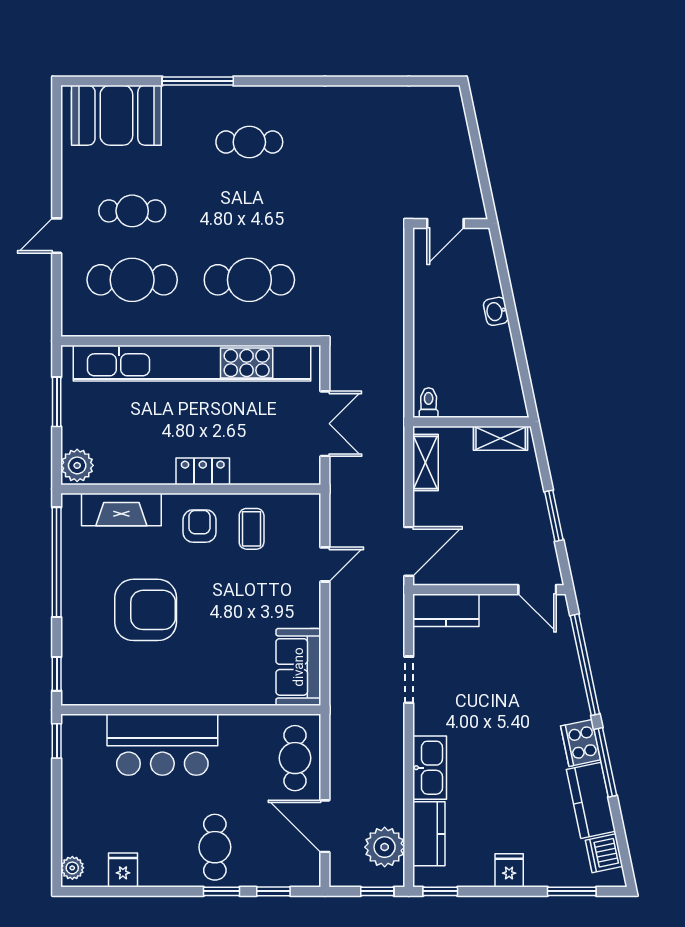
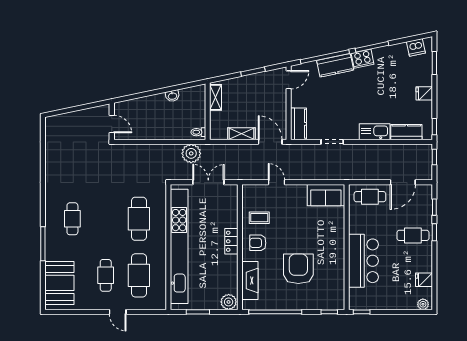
washbasin: (496, 311) -> (172, 96), moved
shelving: (426, 462) -> (241, 134), moved
kitchen counter: (591, 800) -> (335, 65), moved
plant: (385, 847) -> (191, 153), moved

